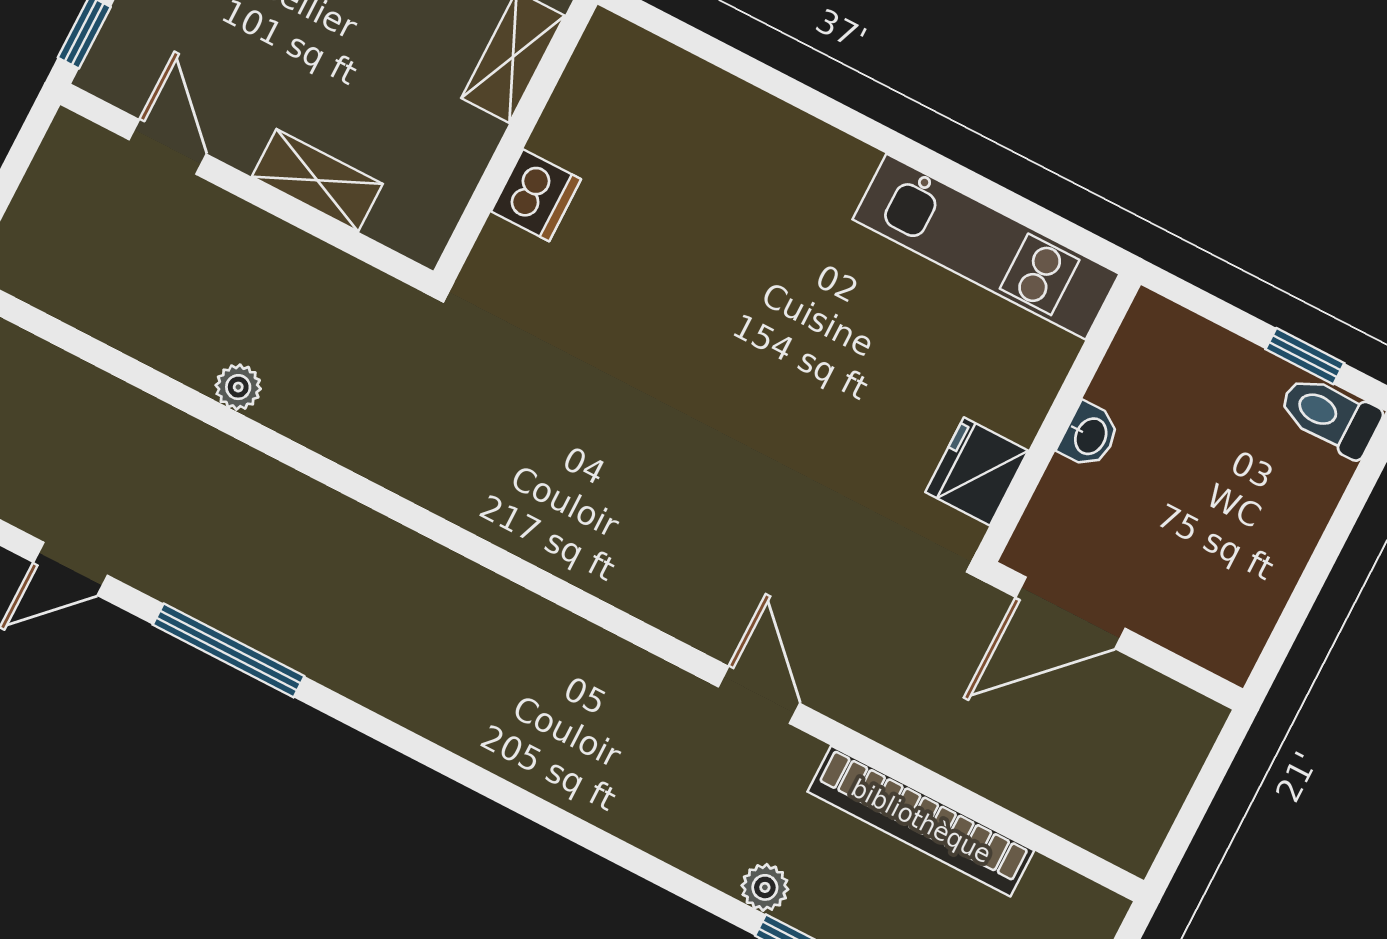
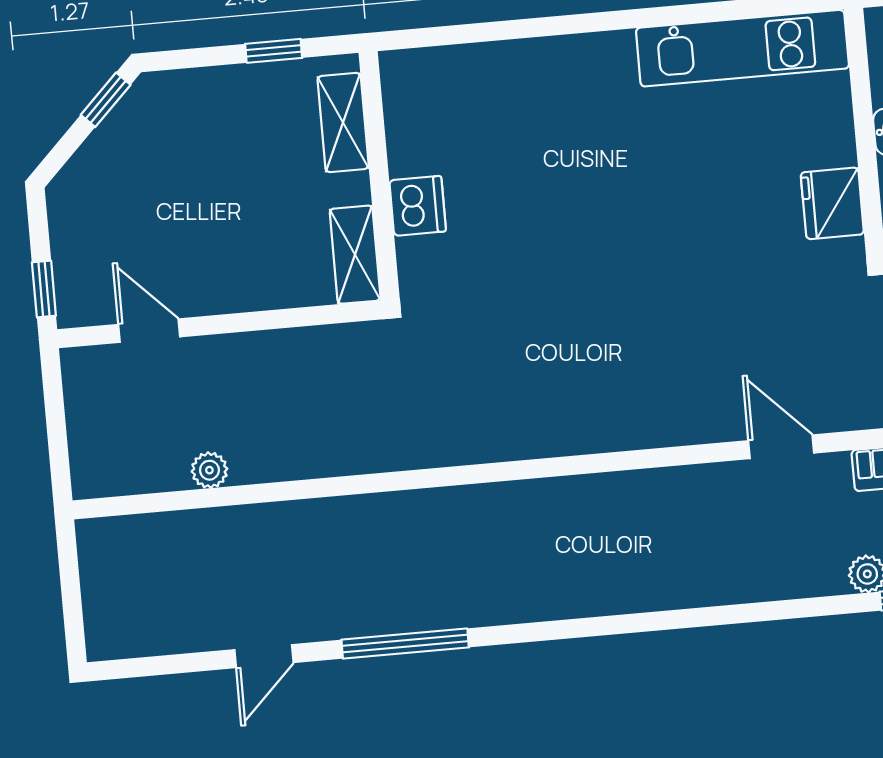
shelving: (317, 180) -> (355, 255), moved, turned 90
plant: (238, 387) -> (209, 470), moved

